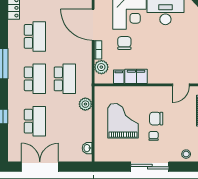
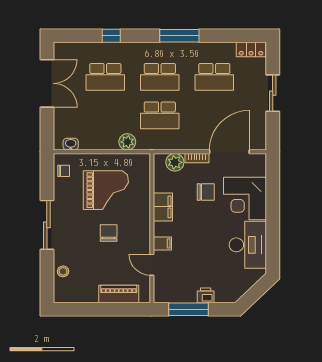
filing cabinet: (119, 77) -> (162, 243), moved
chair: (154, 136) -> (64, 171), moved

